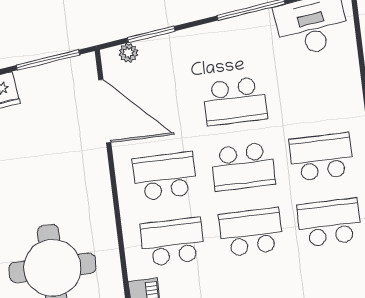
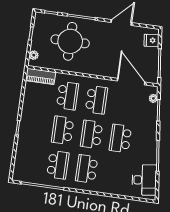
door: (105, 111) -> (131, 82), swing flipped
school desk: (321, 157) -> (87, 169), turned 180
school desk: (251, 232) -> (63, 130), turned 180

